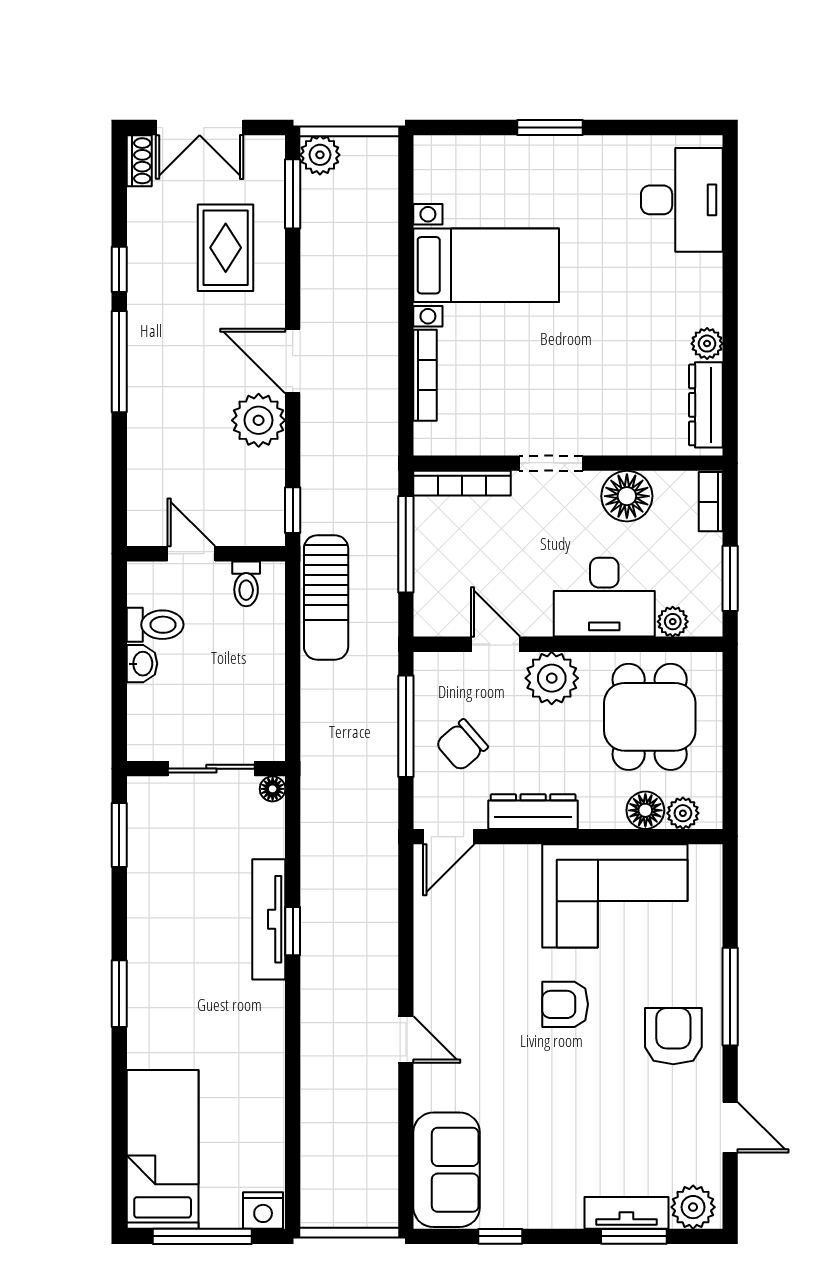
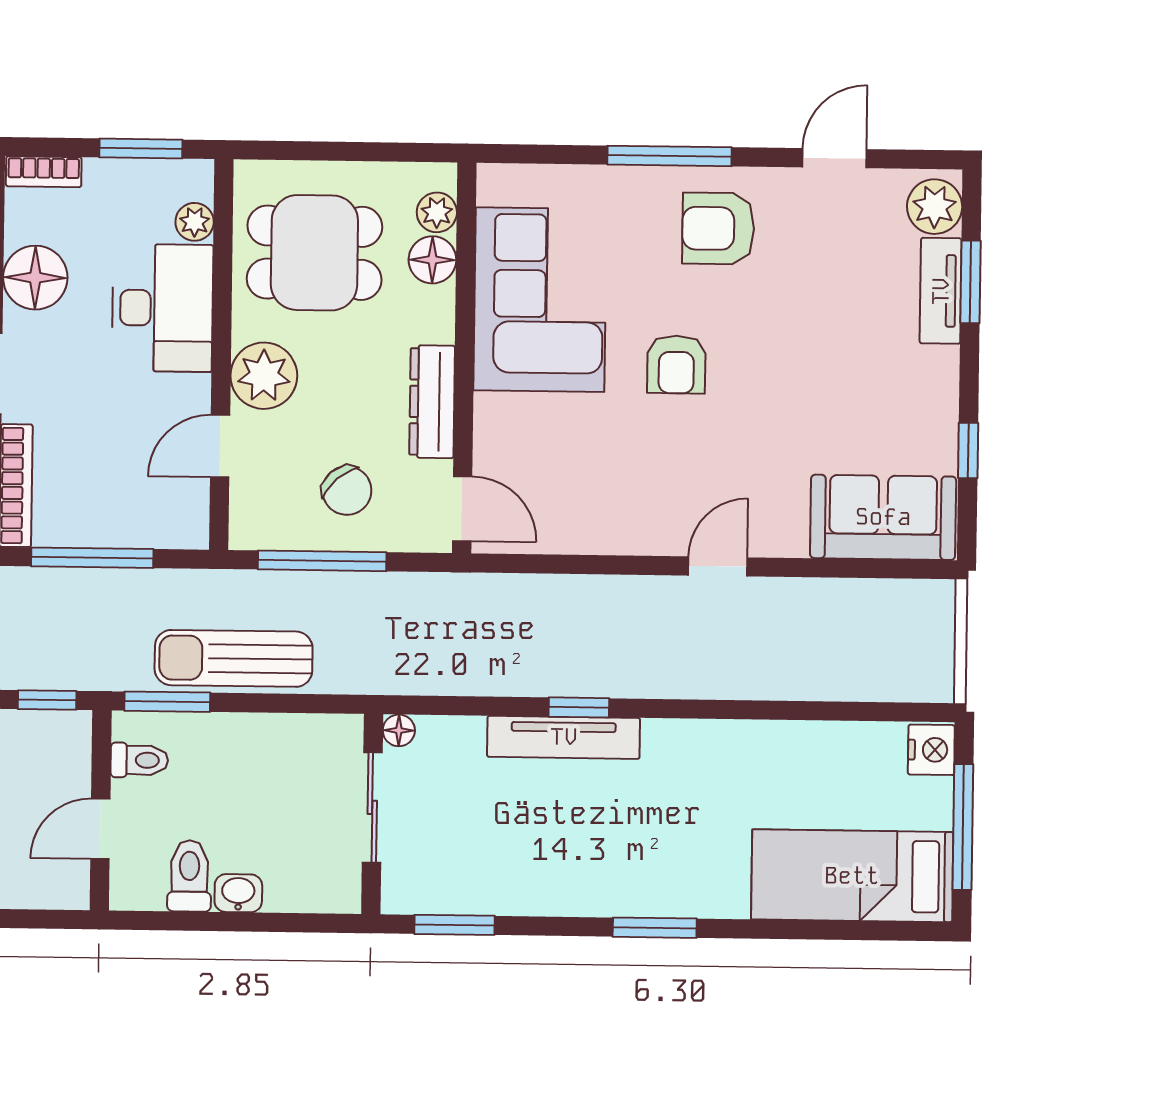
sun lounger: (326, 598) -> (234, 658), moved, turned 180
window: (293, 605) -> (167, 702), added

